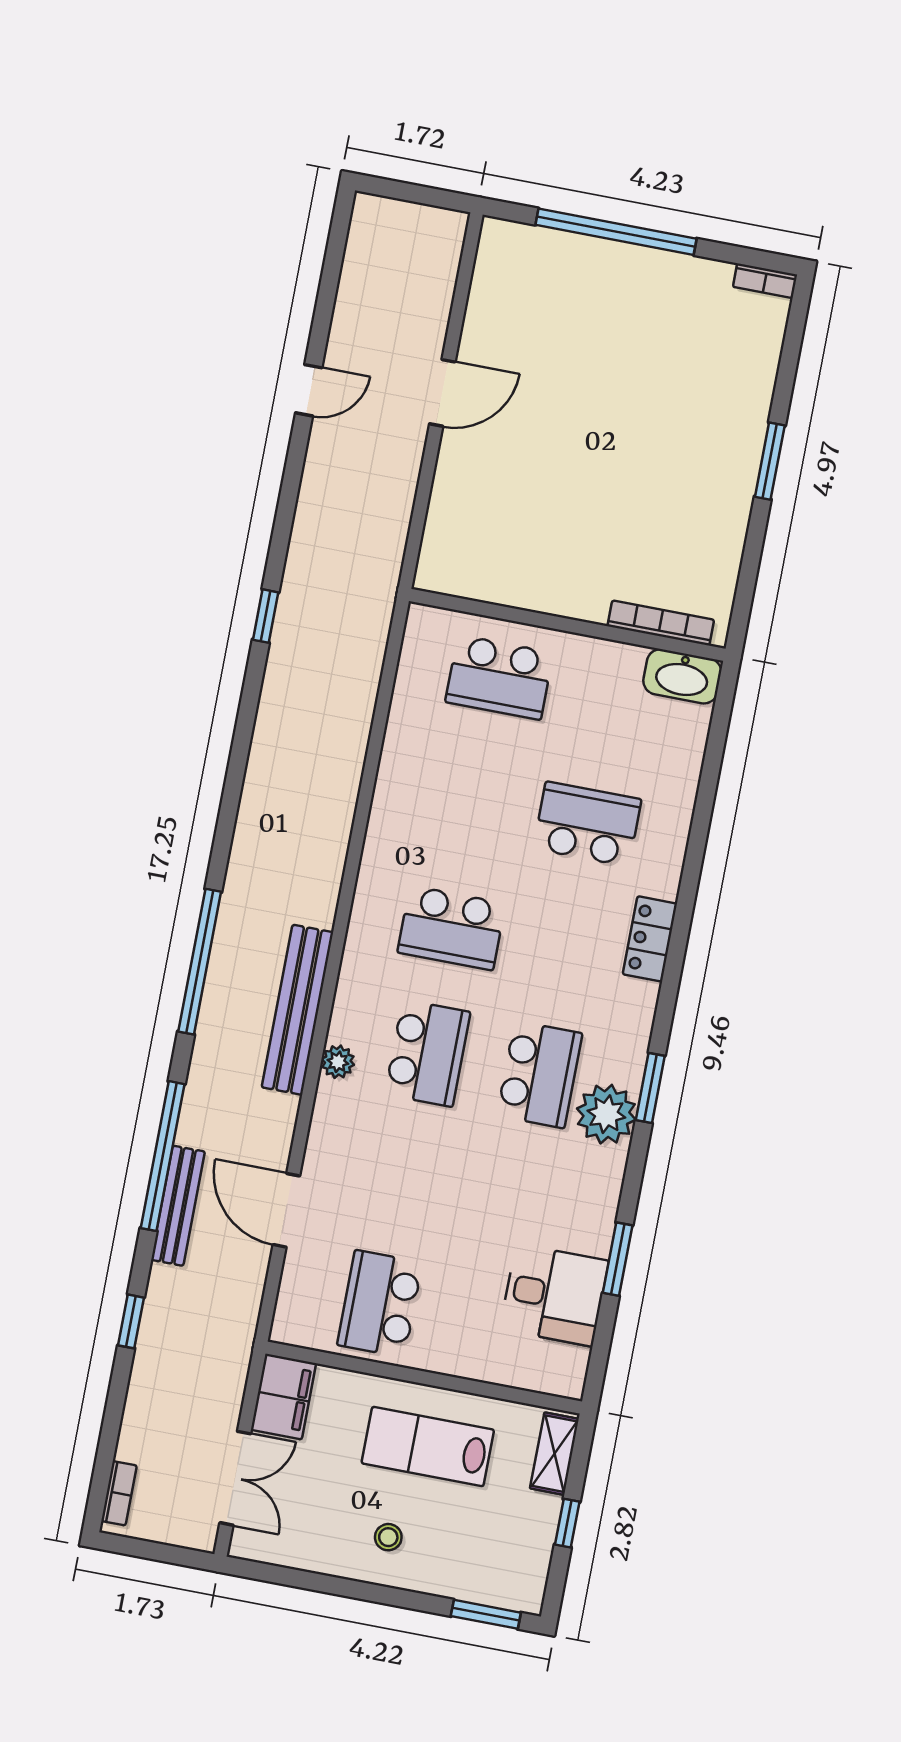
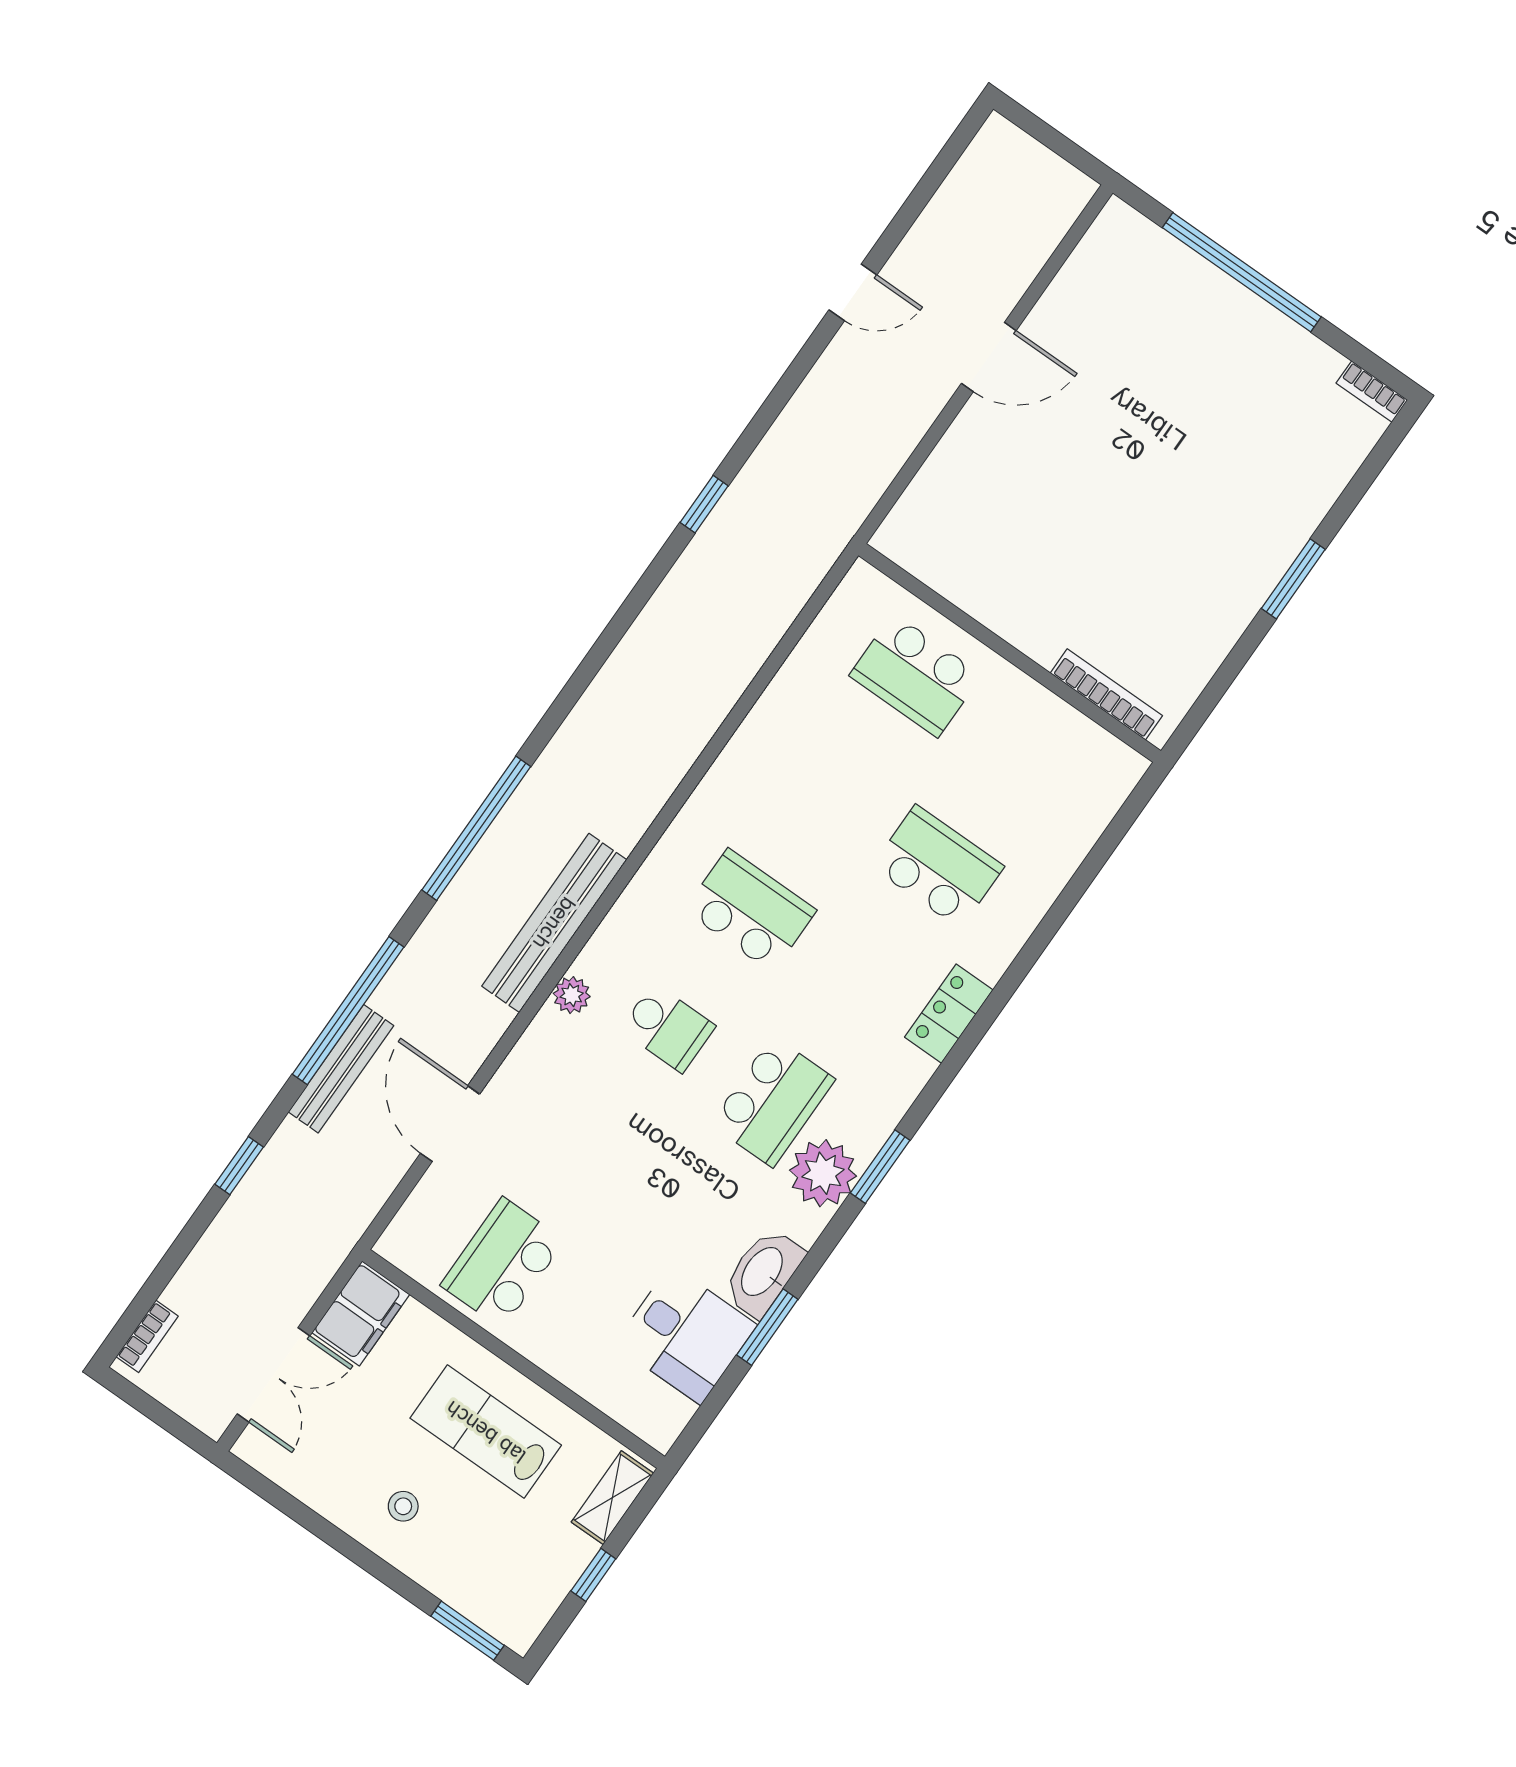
washbasin: (682, 676) -> (763, 1272), moved, turned 90
school desk: (451, 928) -> (750, 910), turned 180
school desk: (428, 1053) -> (668, 1028), width x0.54

